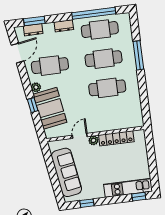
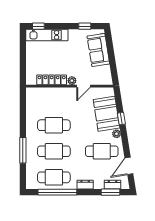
sofa: (66, 172) -> (98, 50), width x0.73

